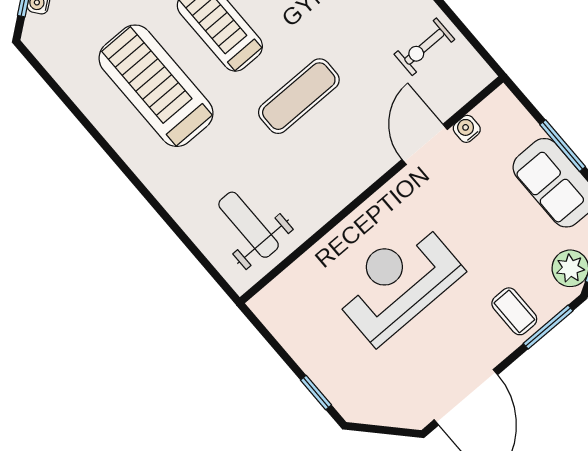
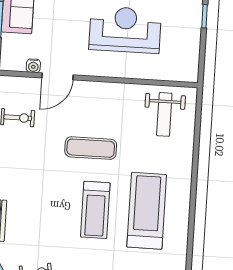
treadmill: (156, 86) -> (147, 211), turned 180
reception desk: (397, 282) -> (125, 30), turned 180

